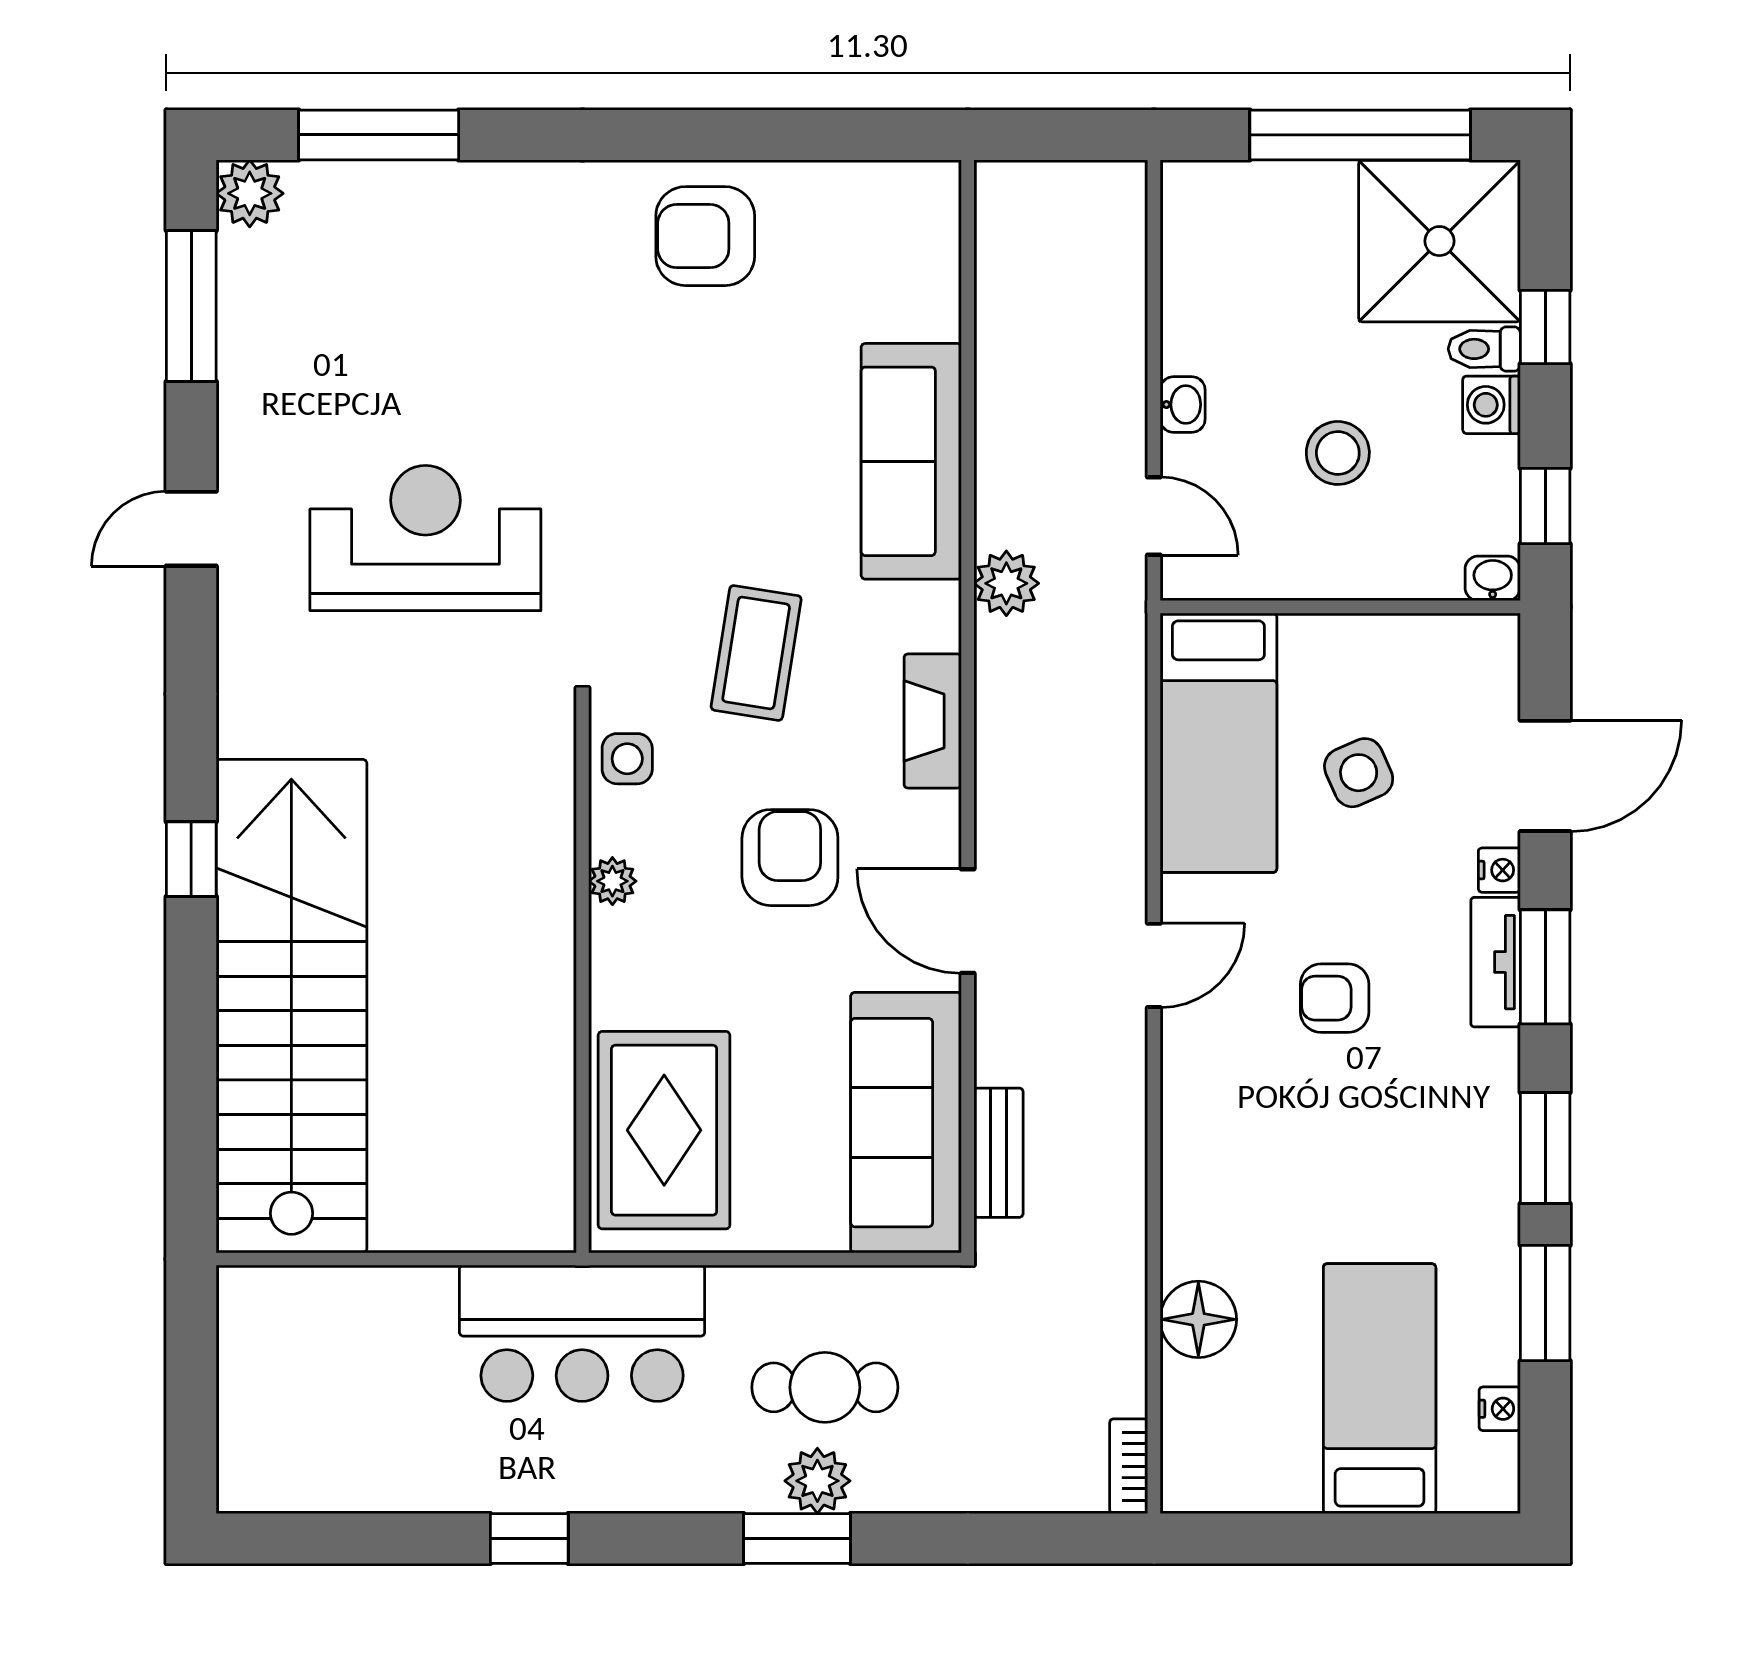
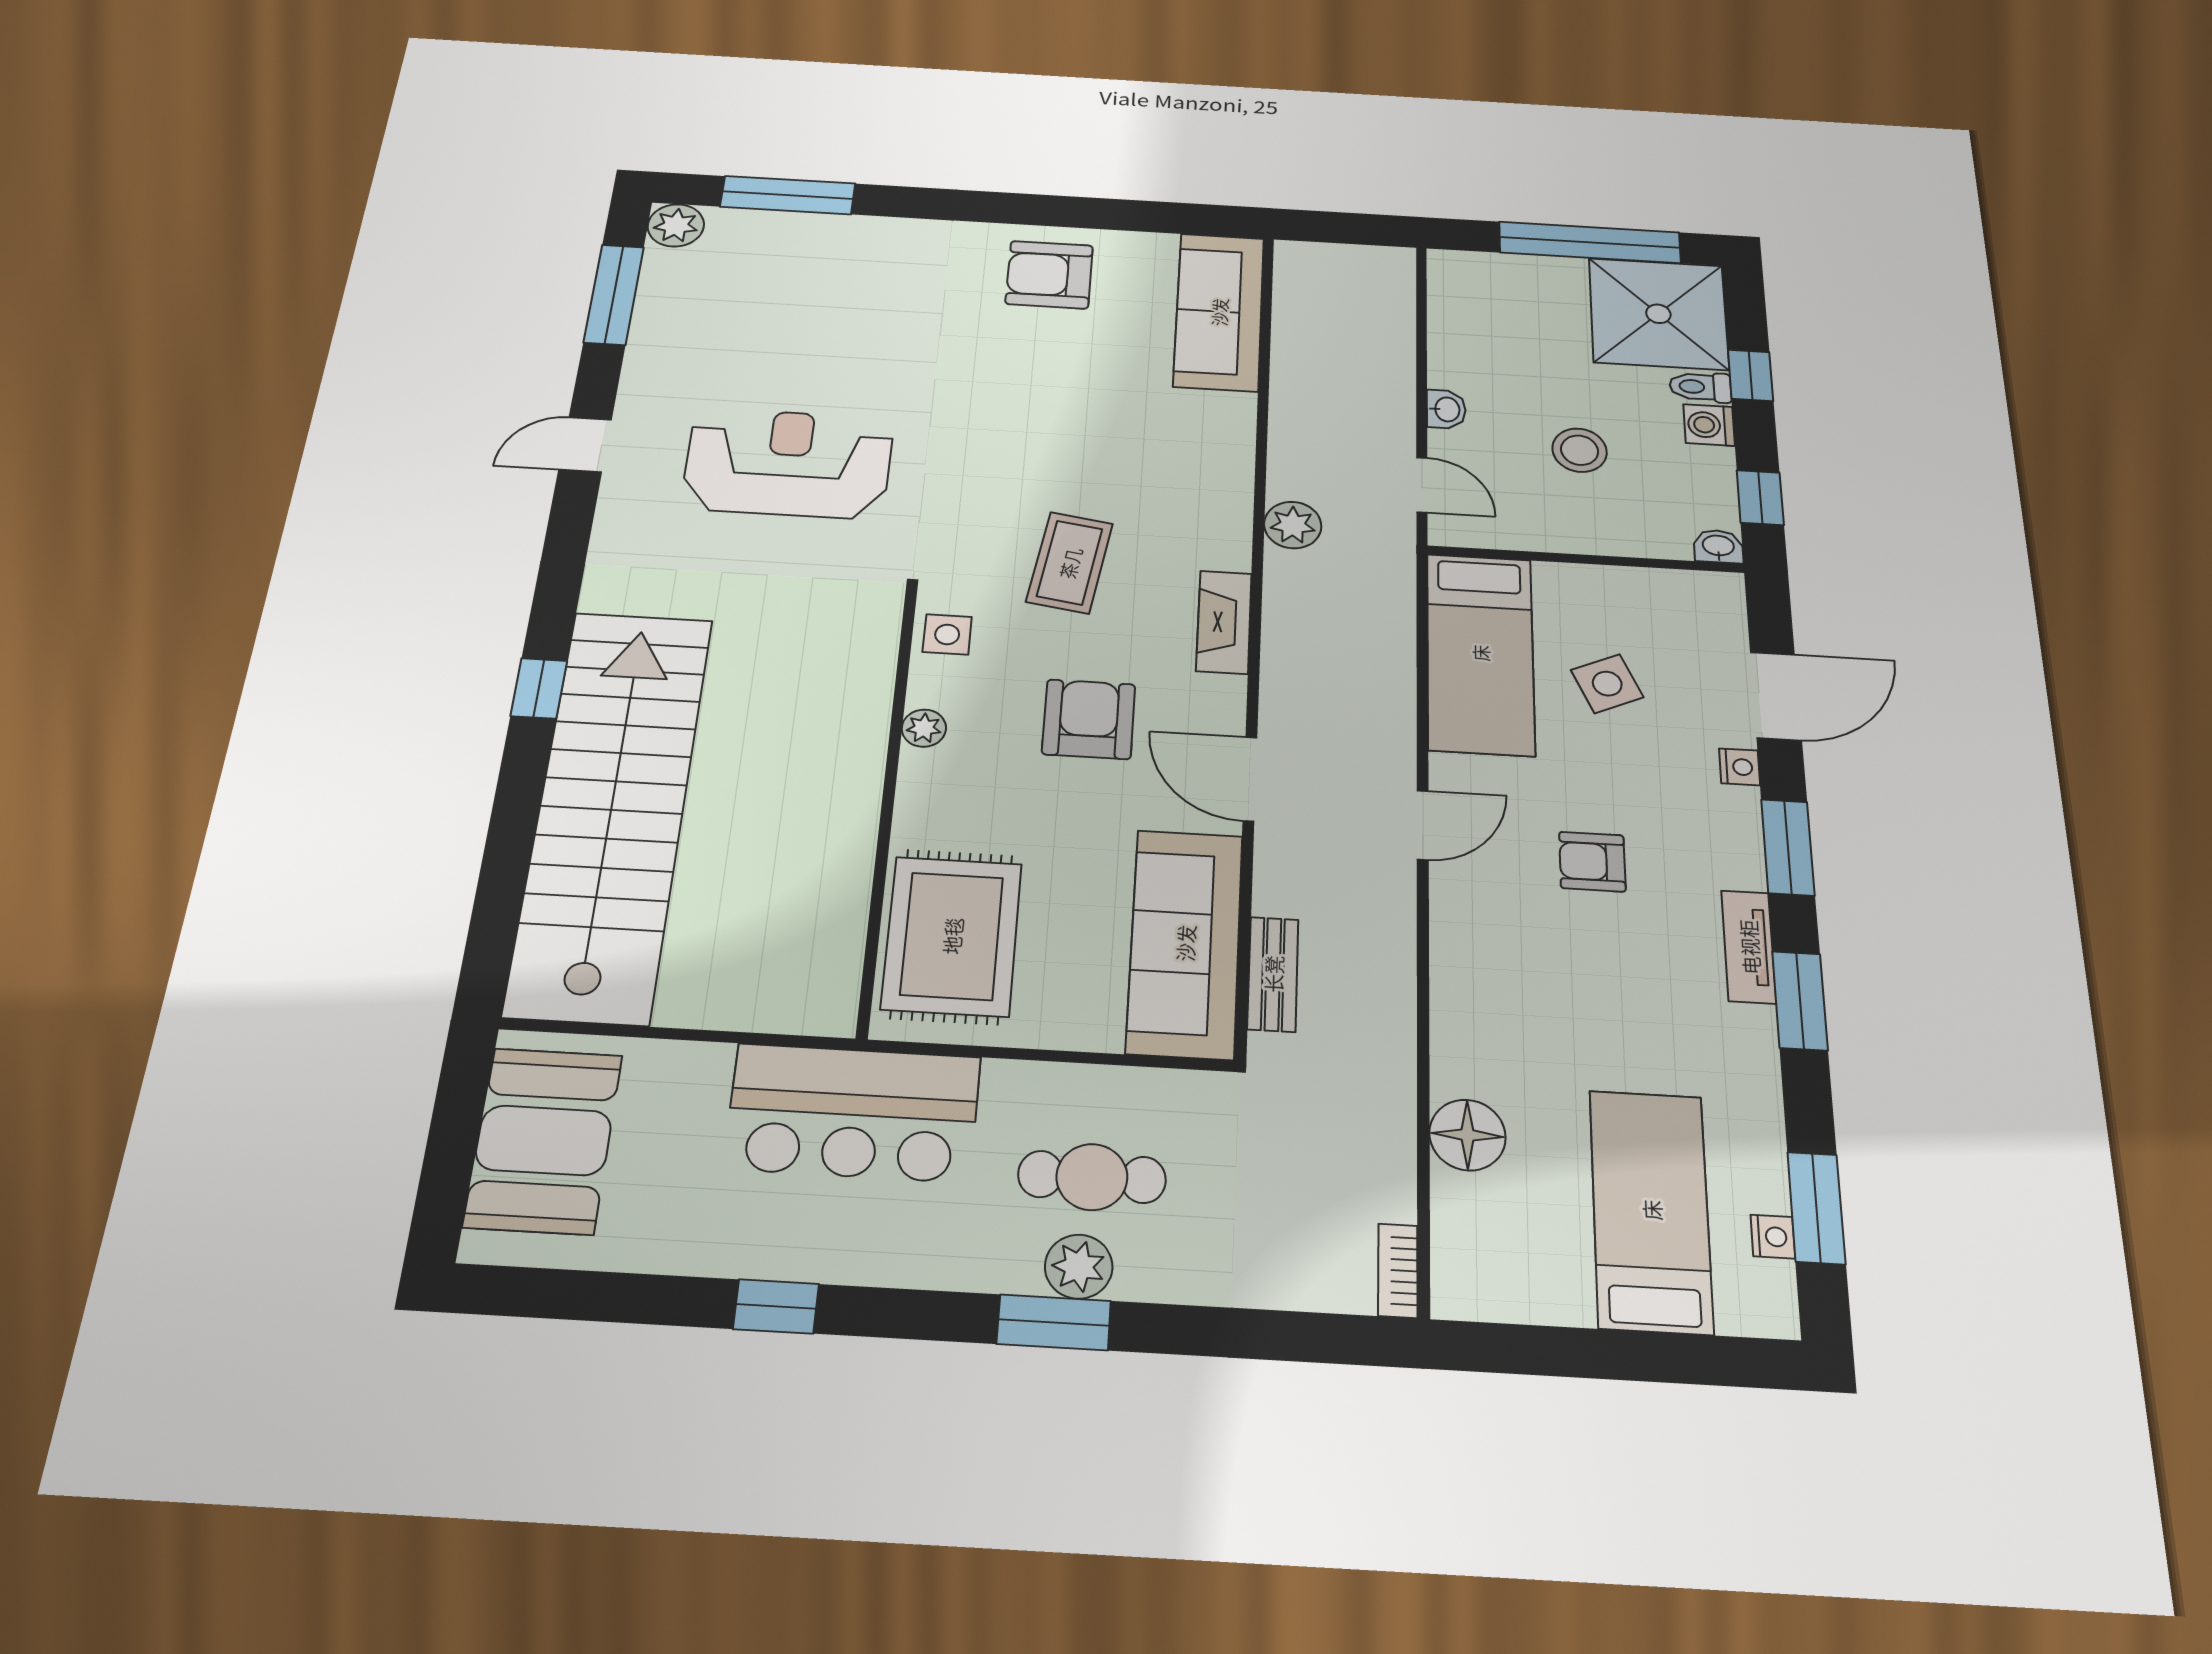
sofa: (911, 461) -> (1219, 312), moved
tv unit: (1496, 962) -> (1749, 947), moved
window: (1545, 1303) -> (1816, 1208), moved
booth: (280, 1382) -> (543, 1140), added

